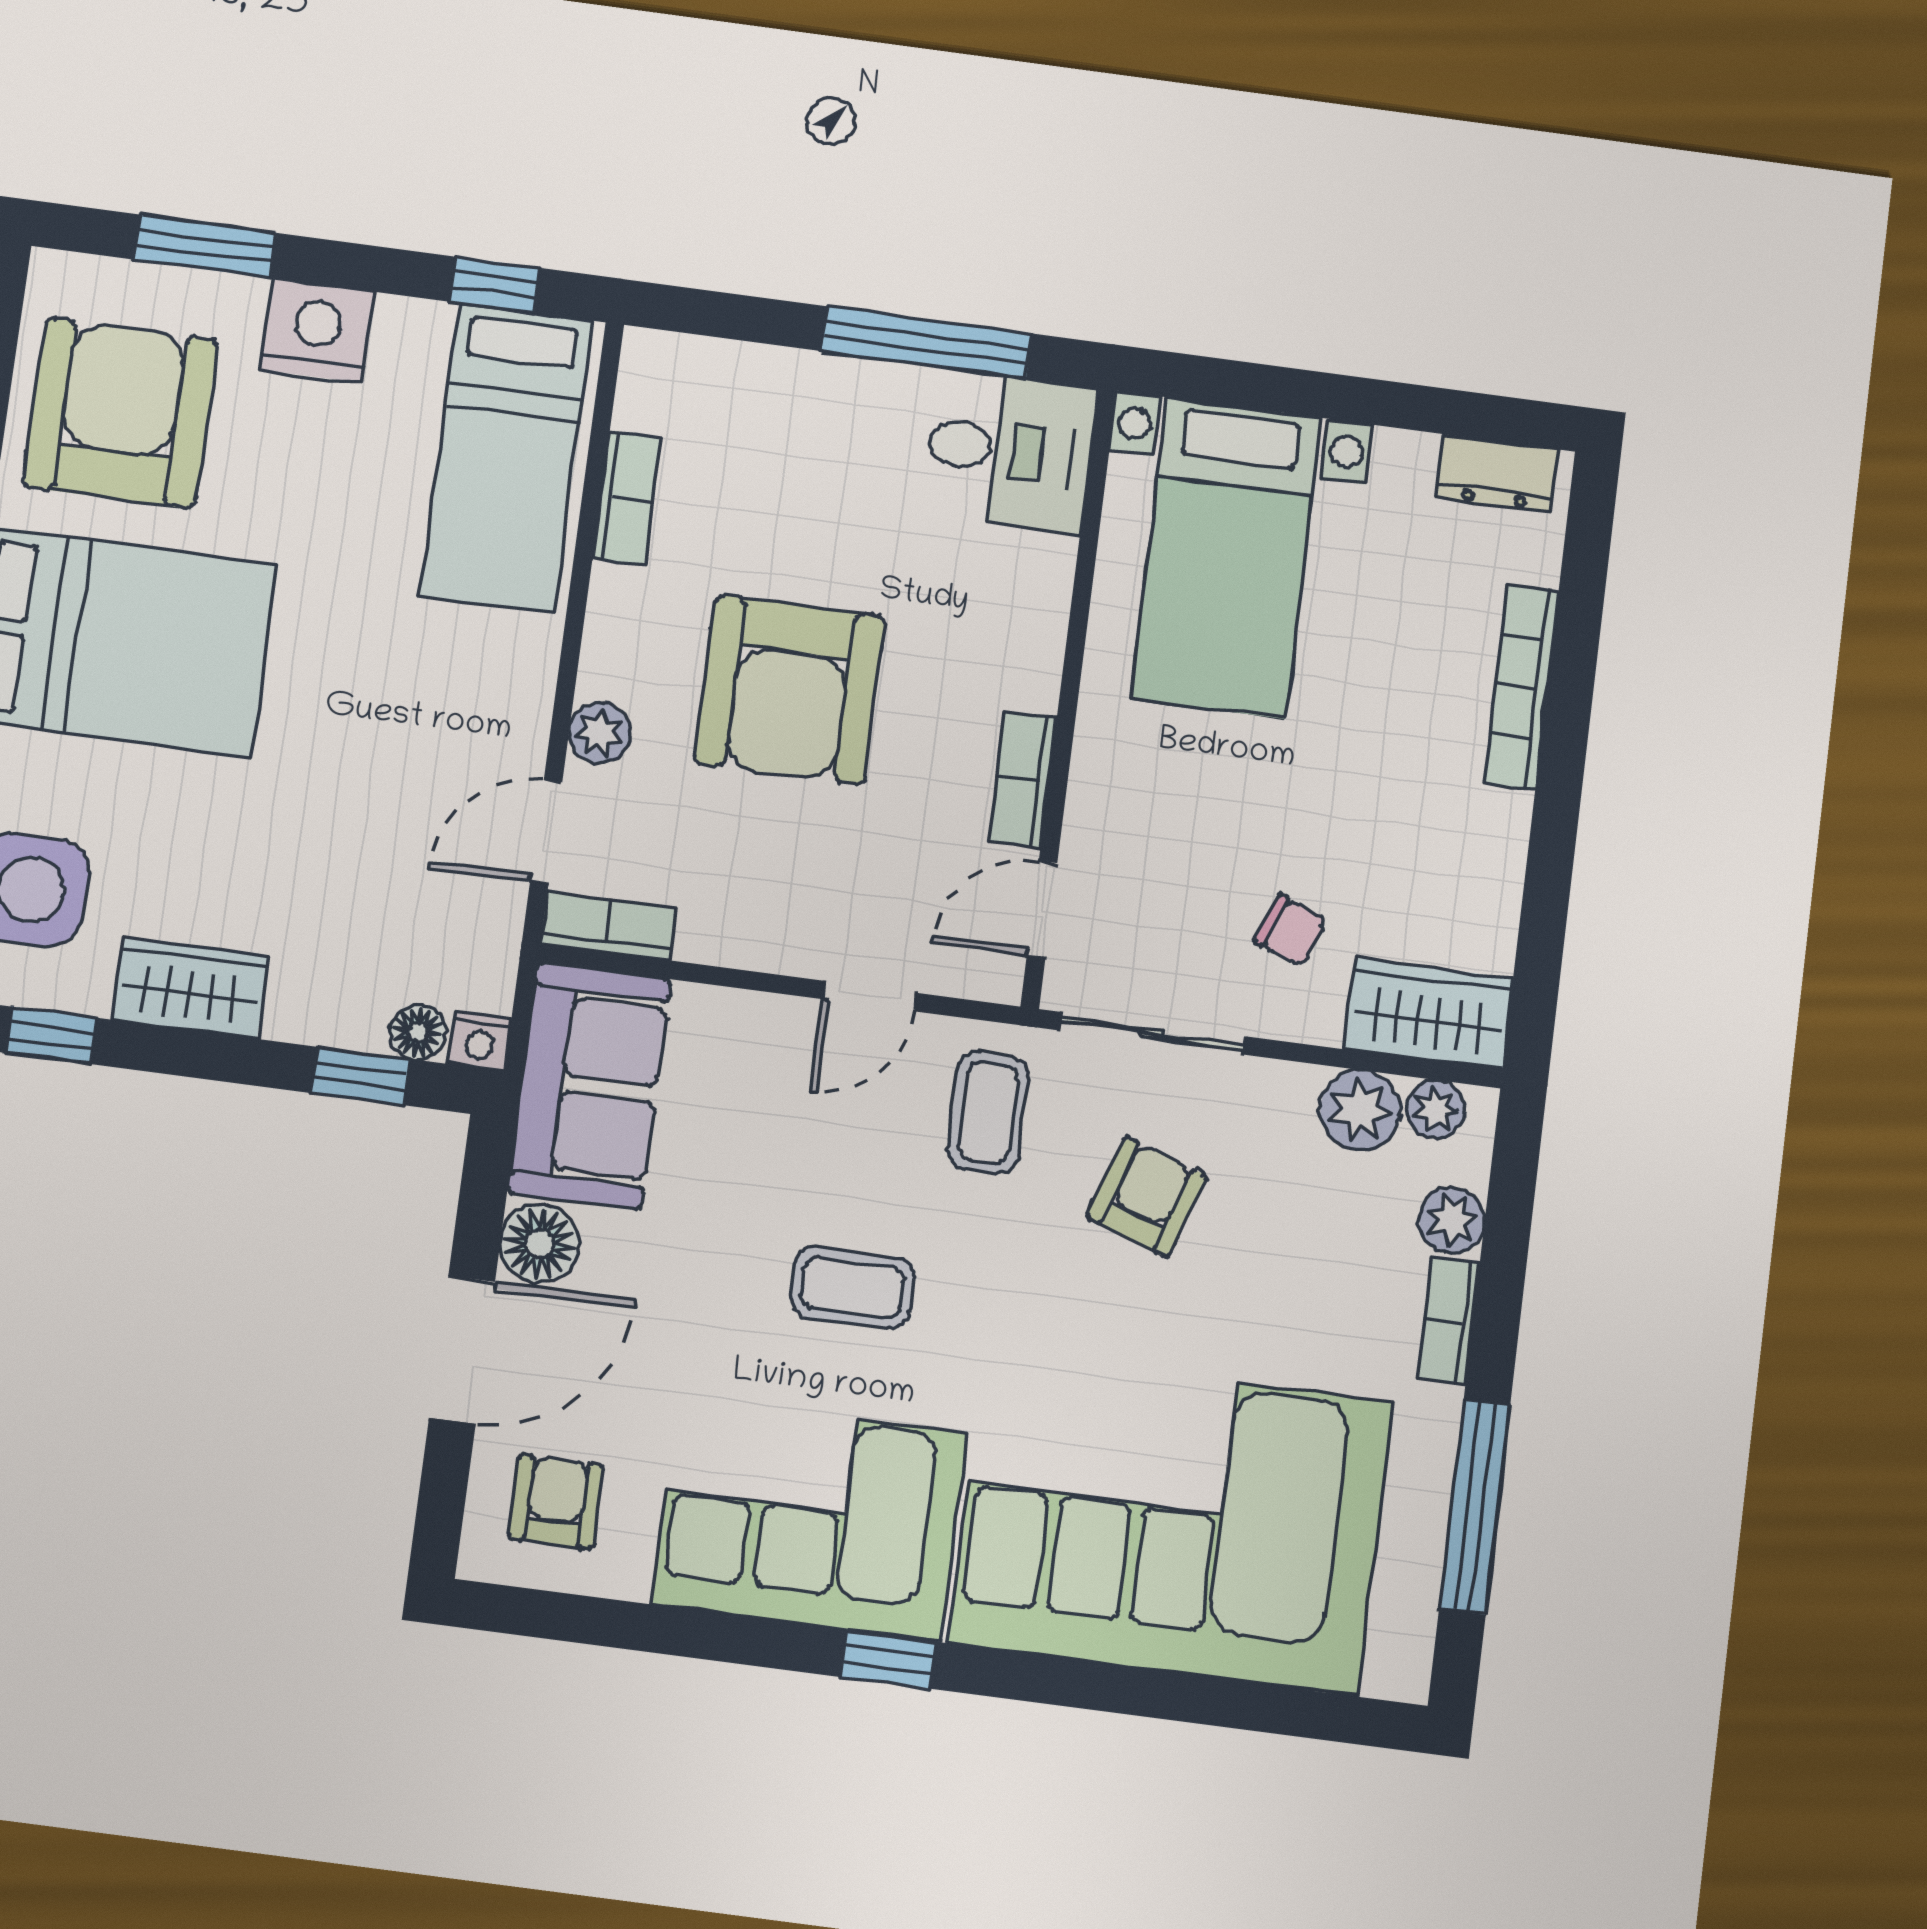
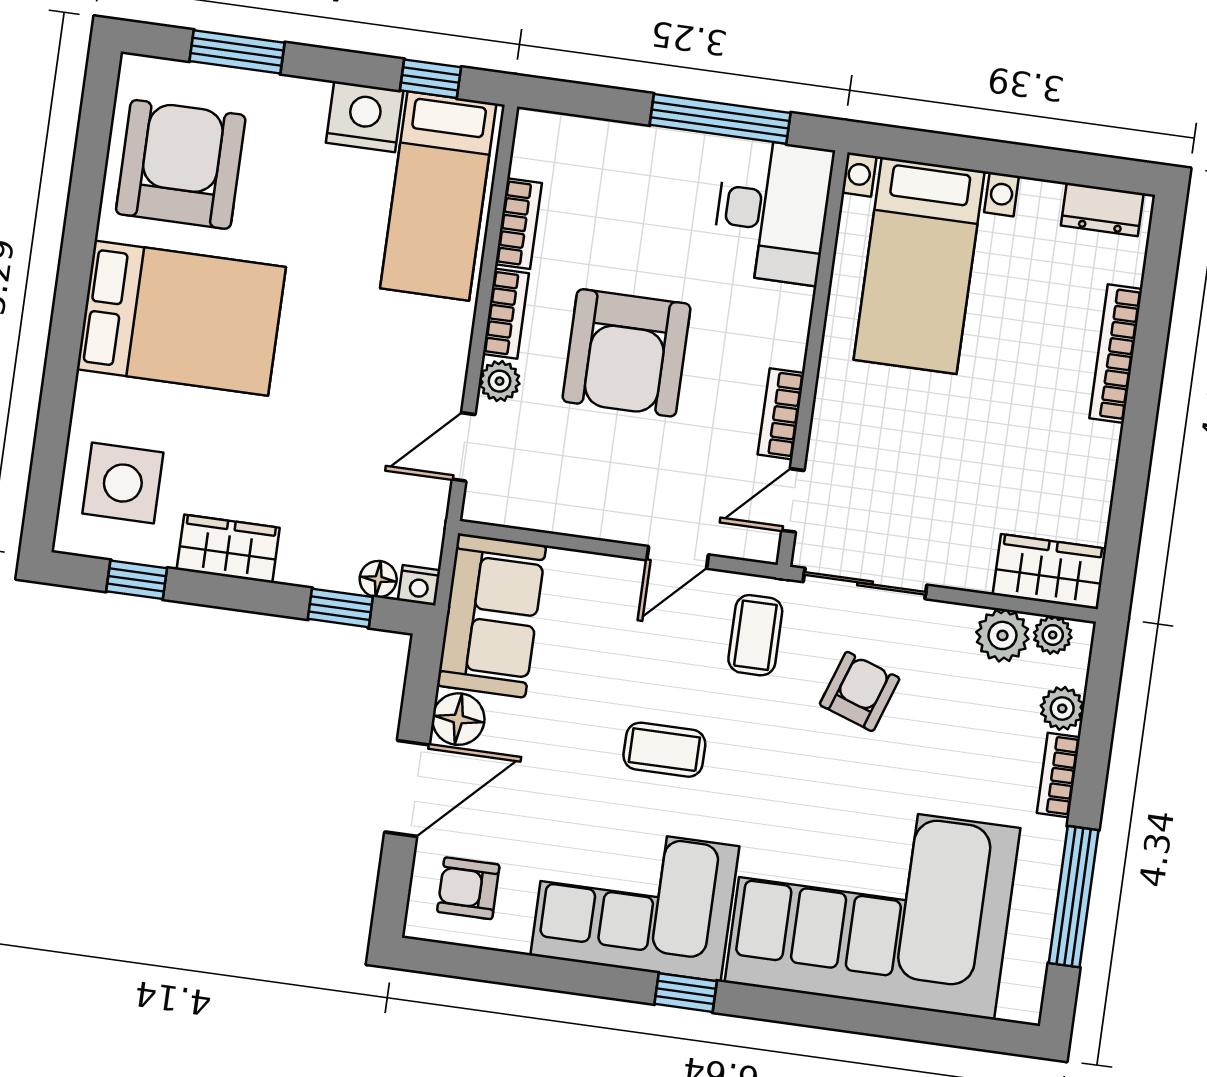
nightstand: (317, 331) -> (365, 117), moved
desk: (1009, 451) -> (772, 211), width x1.37
bookcase: (609, 926) -> (506, 314), moved, turned 90
chair: (1291, 931) -> (958, 516), removed
armchair: (556, 1502) -> (468, 888), turned -90

